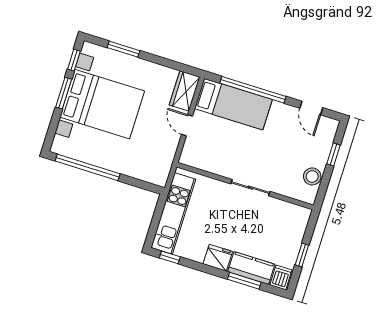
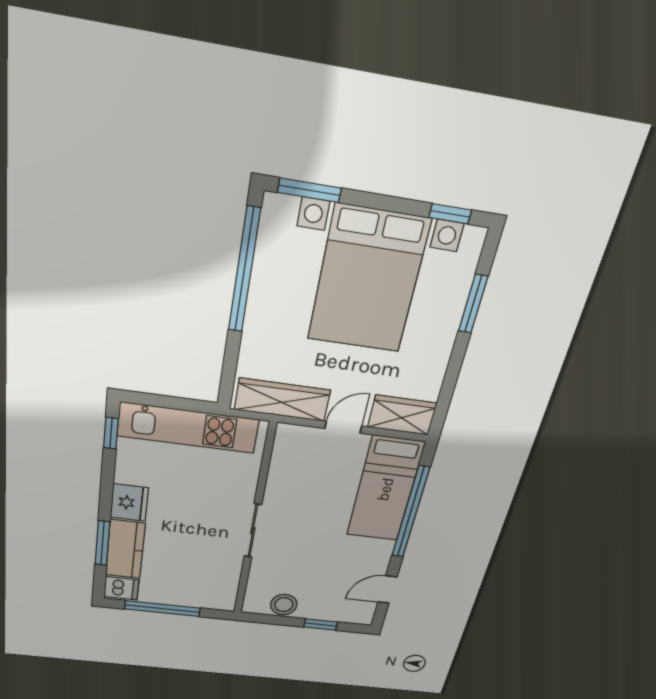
window: (64, 93) -> (309, 190), moved
wardrobe: (164, 158) -> (282, 400), added
window: (302, 255) -> (163, 609), width x2.17

